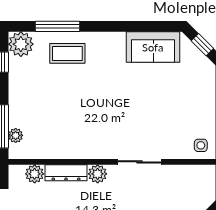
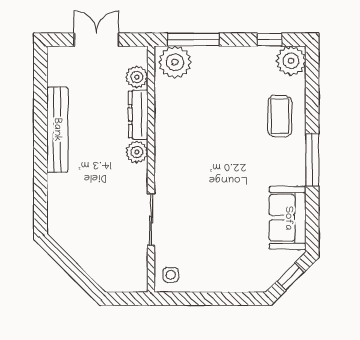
window: (57, 26) -> (312, 160), moved
plant: (16, 135) -> (175, 62), width x1.88, depth x1.88
sliding door: (140, 162) -> (151, 220), moved

